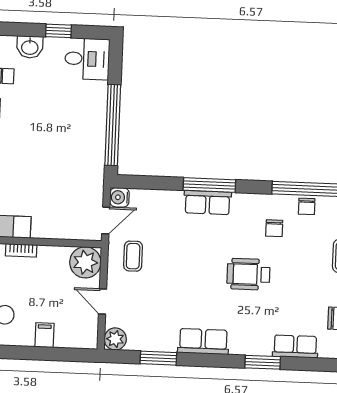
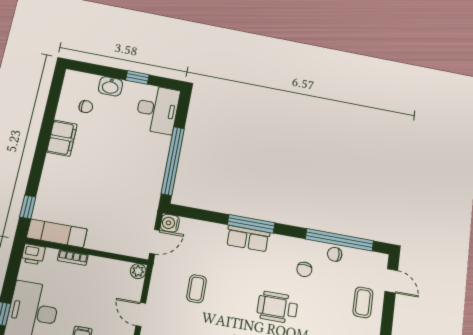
desk: (87, 59) -> (157, 109), width x1.37
chair: (307, 206) -> (335, 254), turned 90
coffee table: (133, 256) -> (196, 289), moved
plant: (85, 262) -> (138, 271), width x0.53, depth x0.53

